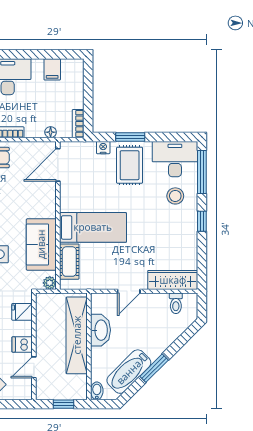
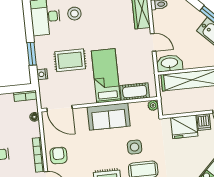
rug: (130, 165) -> (70, 60), moved
sofa: (41, 244) -> (109, 117), moved
fridge: (22, 312) -> (184, 127), width x1.88, depth x1.34
washbasin: (101, 330) -> (169, 63), moved

